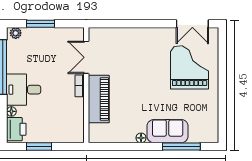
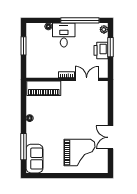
double door: (192, 24) -> (110, 137), moved
piano: (99, 99) -> (44, 88), moved
printer: (16, 129) -> (101, 50), moved, turned 90
sofa: (168, 131) -> (34, 159), moved

